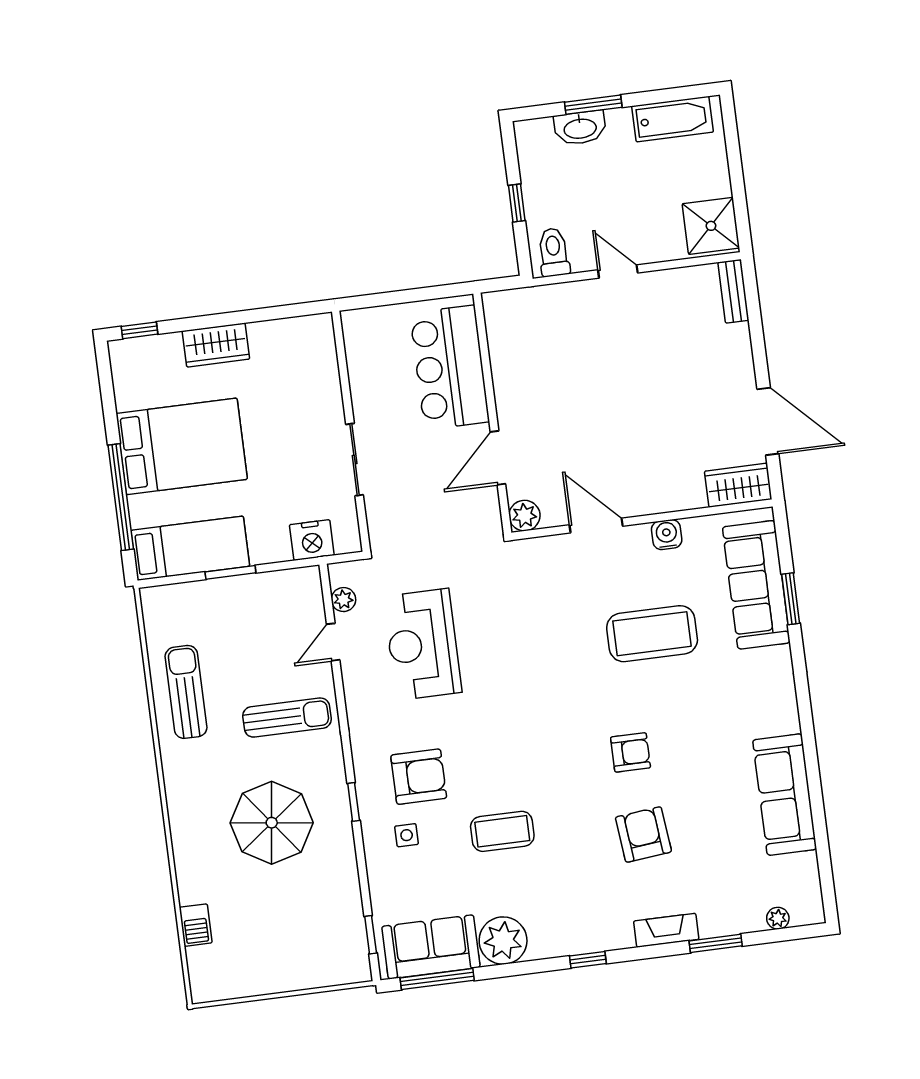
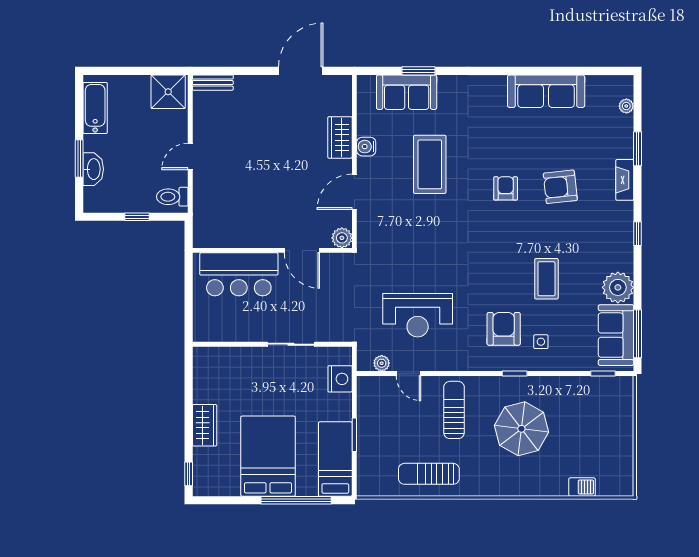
wardrobe: (738, 485) -> (340, 137), moved
sofa: (756, 585) -> (407, 92), width x0.73

